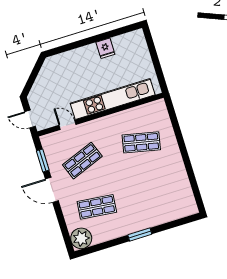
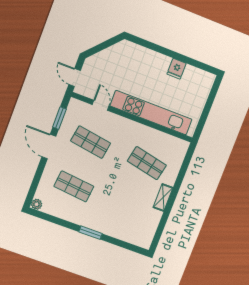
shelving: (177, 160) -> (163, 197), added
shop shelf: (82, 161) -> (91, 142), turned 30
plant: (81, 238) -> (37, 204), width x0.53, depth x0.53

